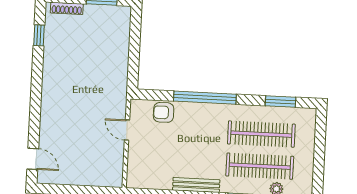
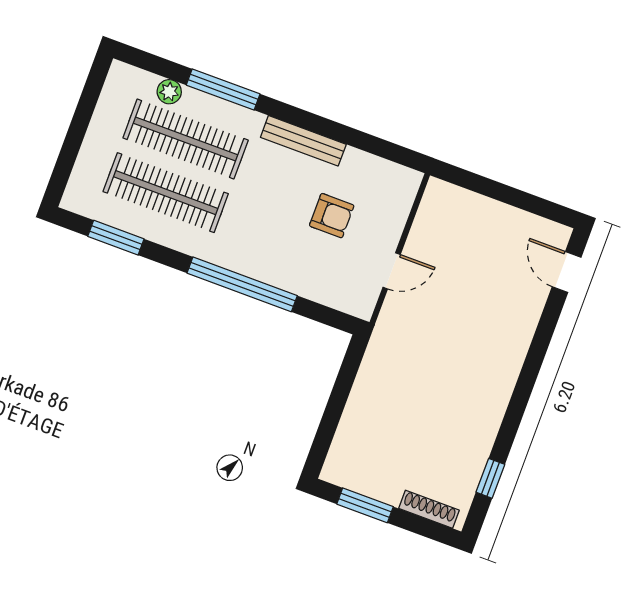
armchair: (164, 112) -> (332, 216), moved
door: (127, 130) -> (392, 271), hinge flipped

